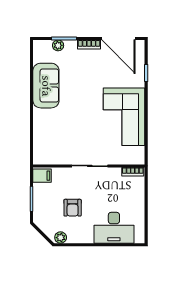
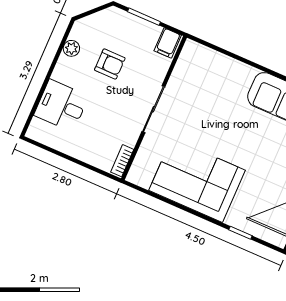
armchair: (73, 208) -> (110, 64), turned 180
desk: (114, 228) -> (61, 106), width x0.73
plant: (61, 238) -> (71, 48), moved

